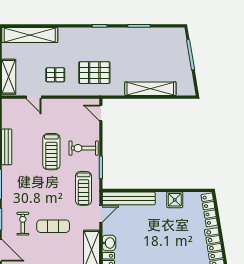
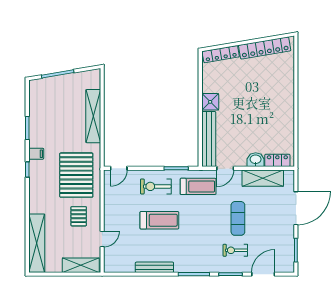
filing cabinet: (115, 34) -> (36, 154), added
pallet: (94, 73) -> (76, 175), width x1.37, depth x1.41
exercise bike: (84, 148) -> (156, 186), turned 90
shower: (175, 200) -> (210, 102), moved
door: (101, 214) -> (225, 168), swing flipped

